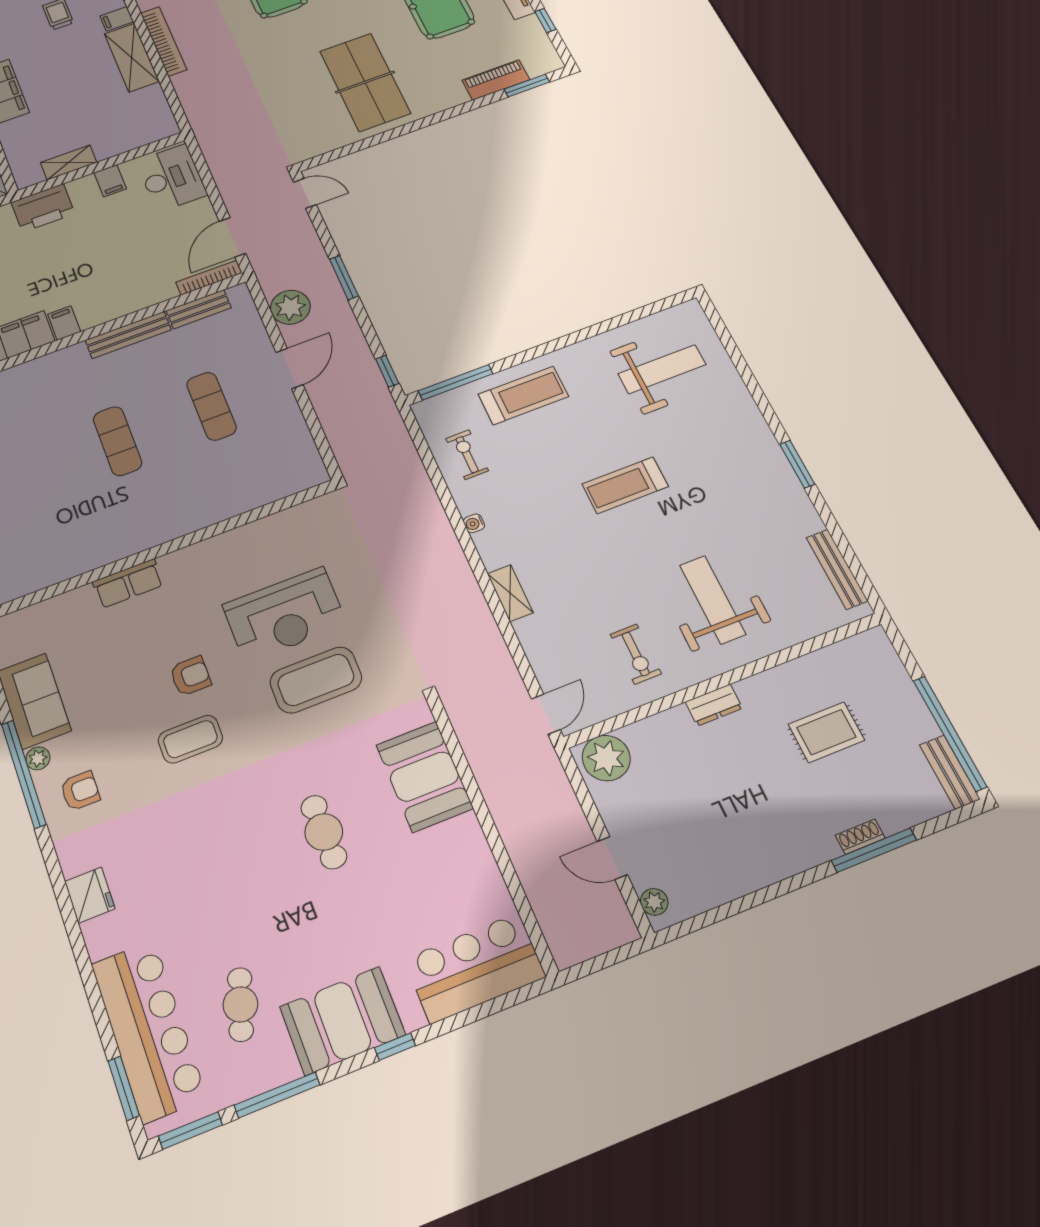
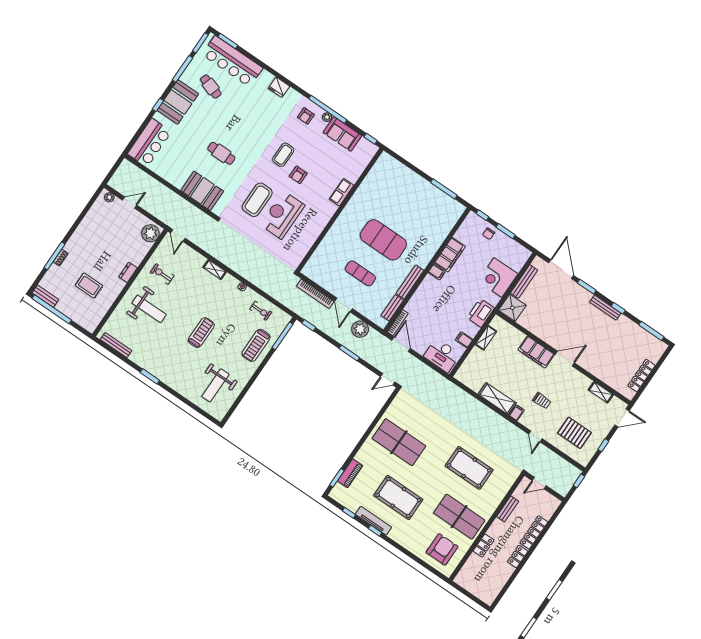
bookcase: (164, 41) -> (315, 294), moved
exercise mat: (117, 441) -> (383, 240), width x2.00, depth x1.45
rug: (826, 732) -> (89, 285), turned 90

